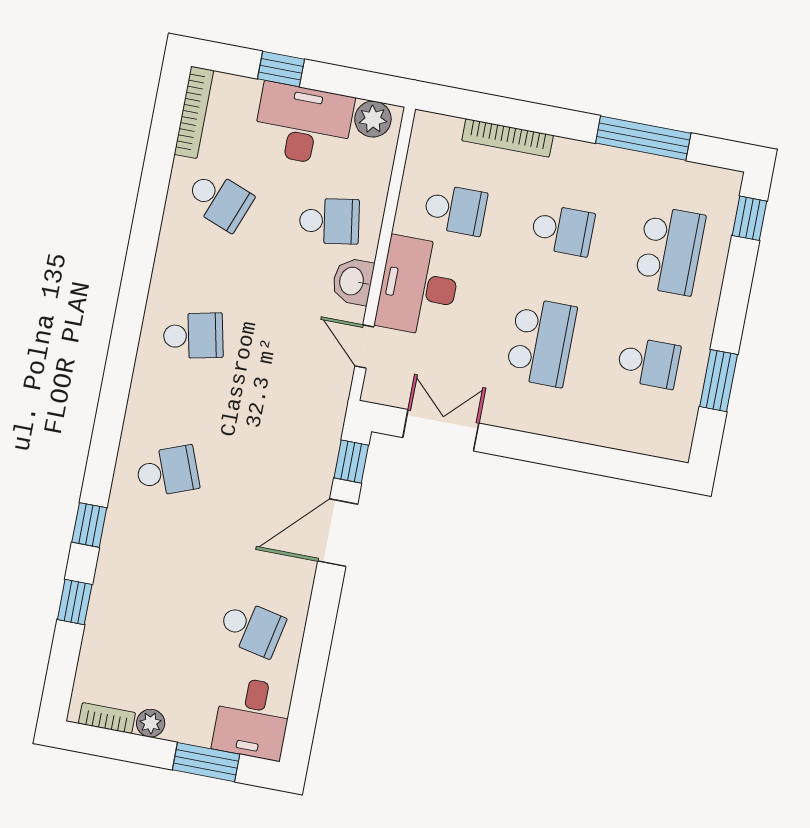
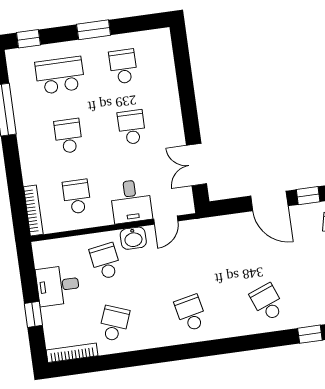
plant: (373, 119) -> (43, 257), removed
desk: (303, 125) -> (58, 286), width x0.73
bookcase: (508, 138) -> (33, 210), moved
desk: (419, 286) -> (131, 201), width x0.73
school desk: (541, 342) -> (132, 127), width x0.54
window: (719, 381) -> (94, 30), moved
window: (351, 462) -> (308, 196), moved

